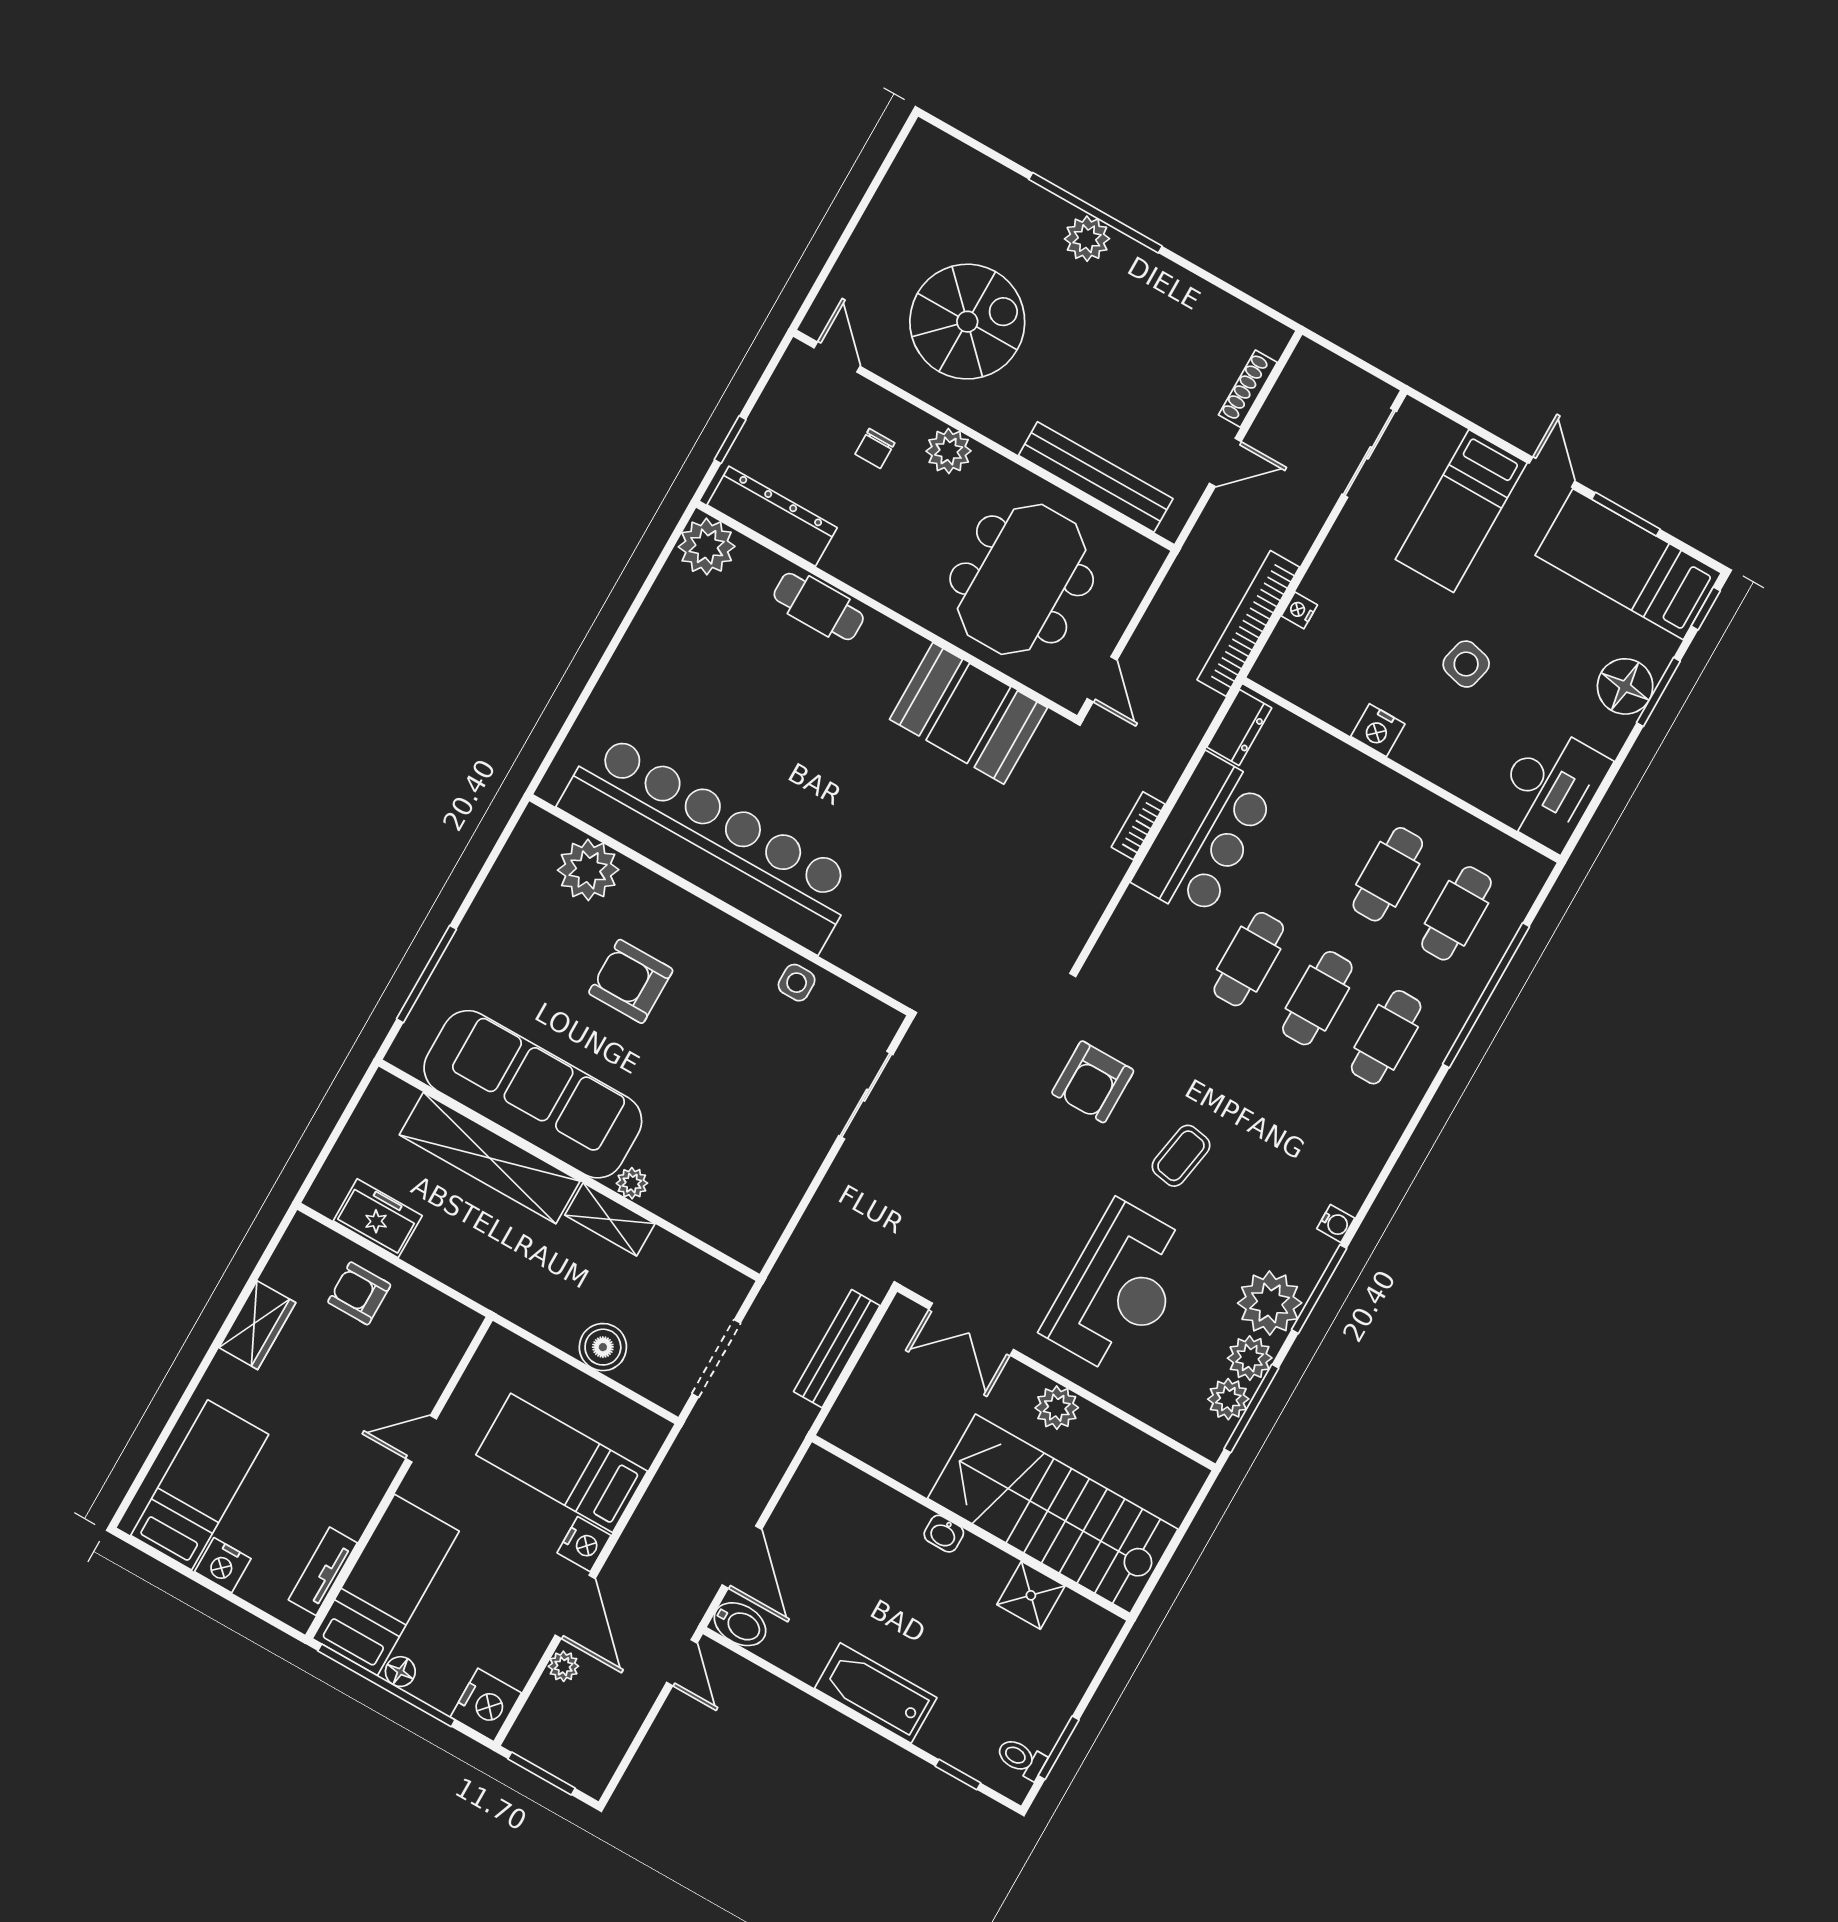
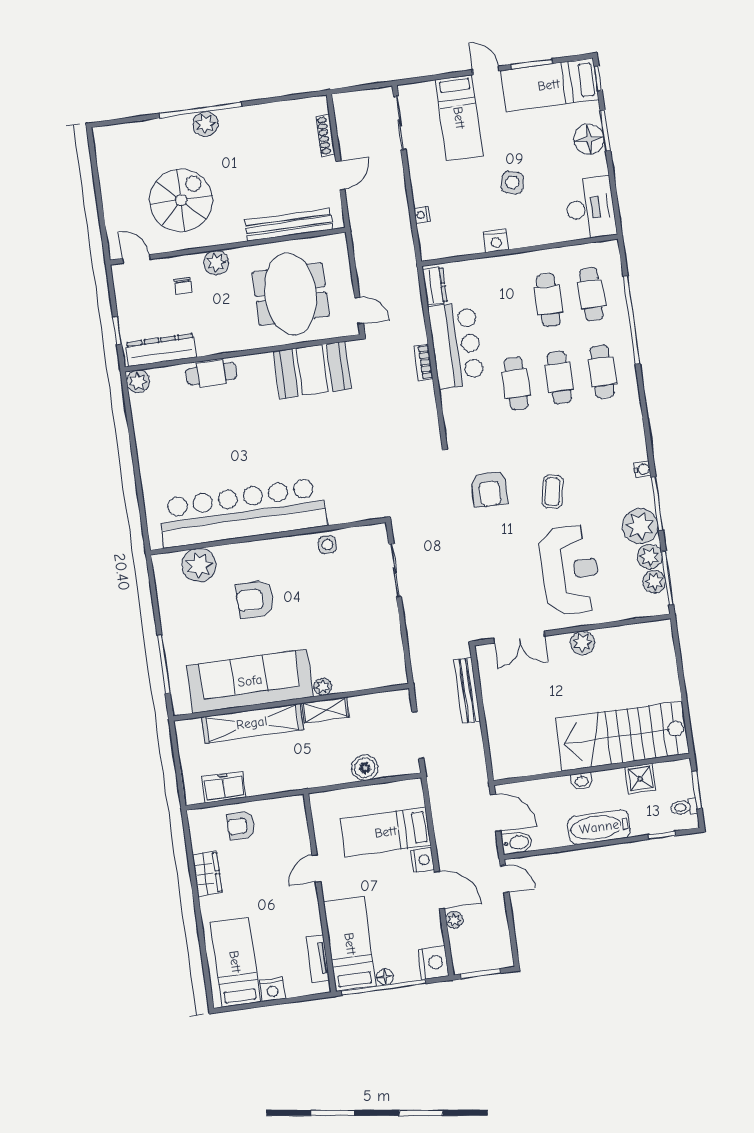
plant: (707, 547) -> (138, 381), width x0.73, depth x0.73
bookcase: (1248, 623) -> (404, 238), removed
stairs: (1053, 1514) -> (623, 736), moved
wall: (971, 1528) -> (592, 769), moved
washbasin: (944, 1534) -> (582, 781), moved
shower: (1031, 1595) -> (640, 779), moved

